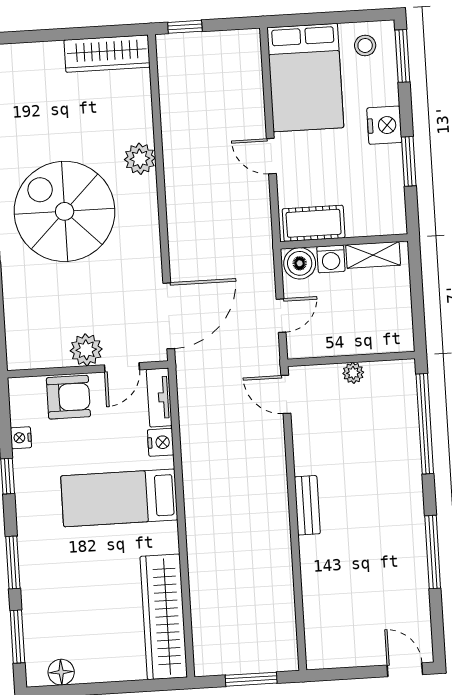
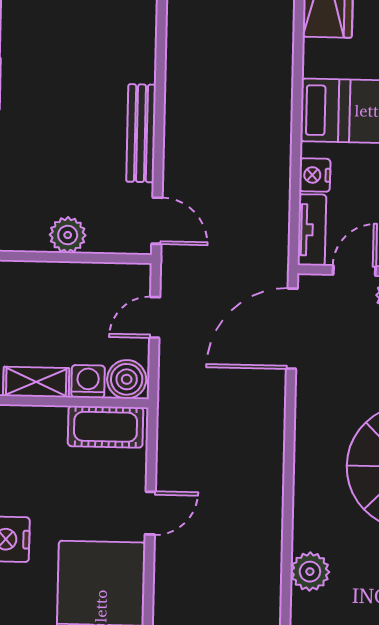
door: (271, 156) -> (150, 513), hinge flipped
plant: (140, 159) -> (310, 572), moved
plant: (353, 373) -> (68, 235), width x1.38, depth x1.38
bench: (307, 505) -> (141, 133), moved, width x1.36

